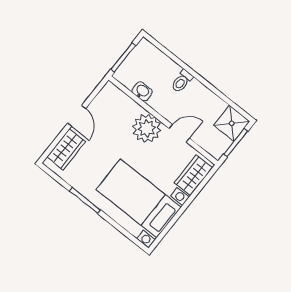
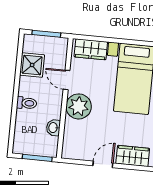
shower: (232, 123) -> (32, 65), moved

